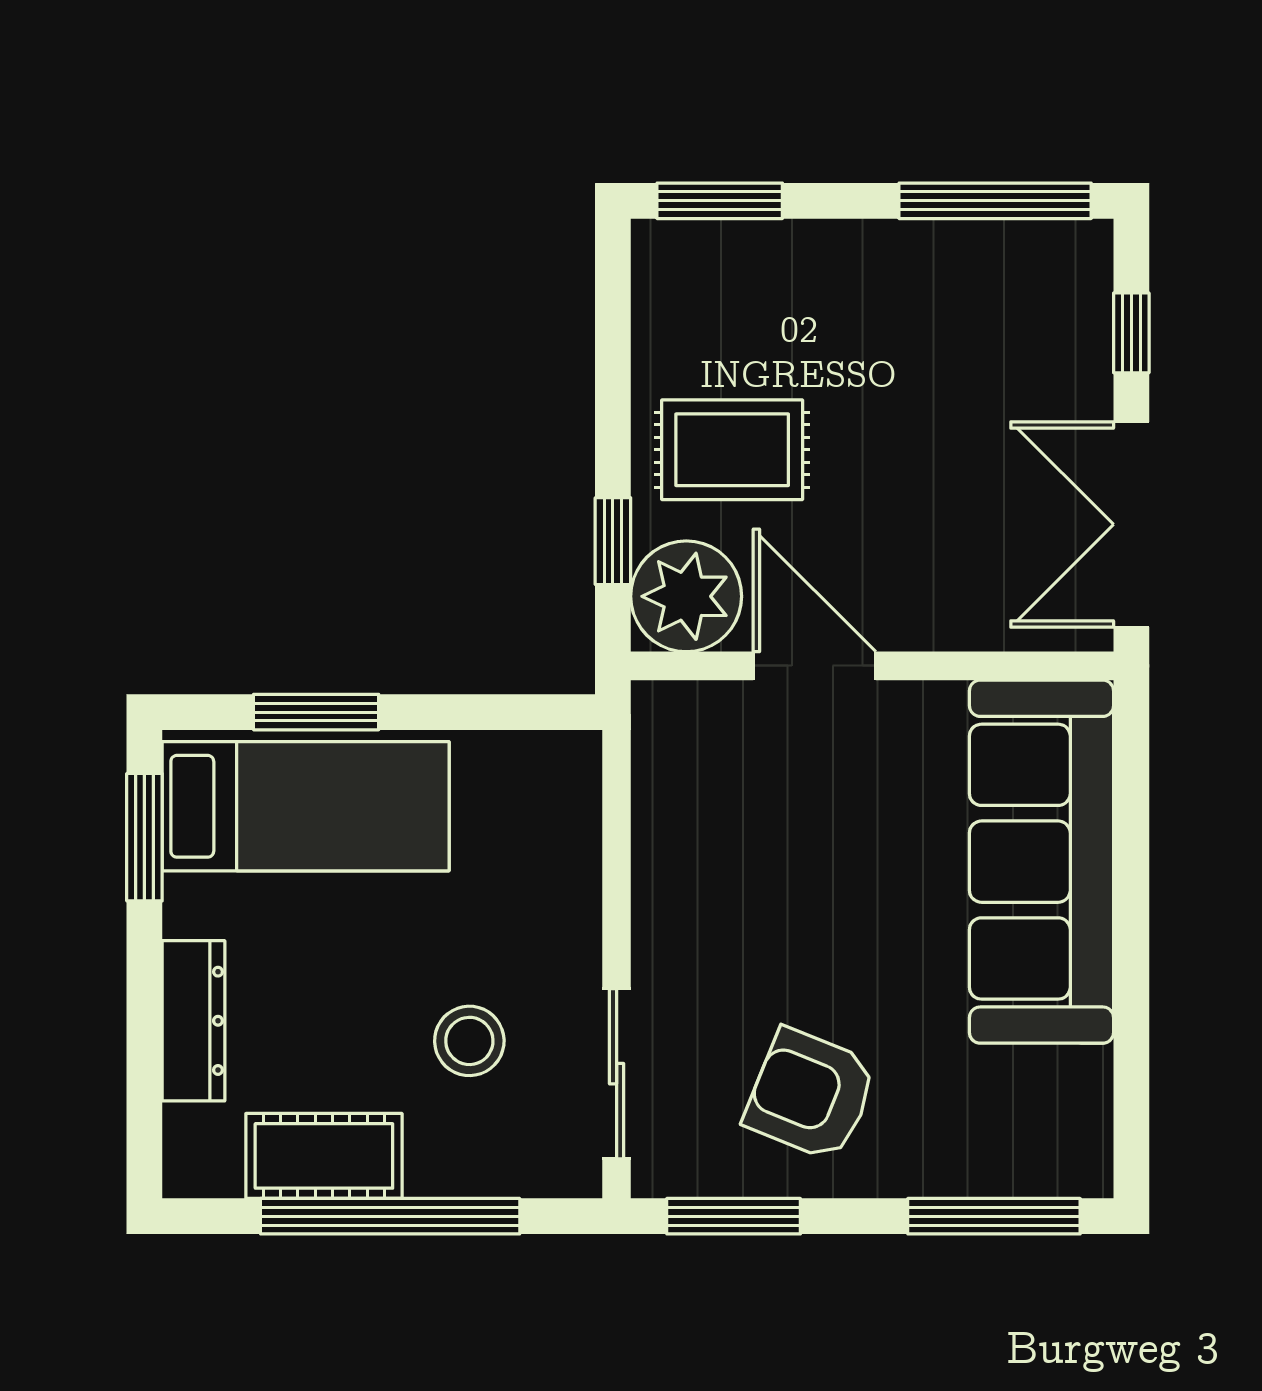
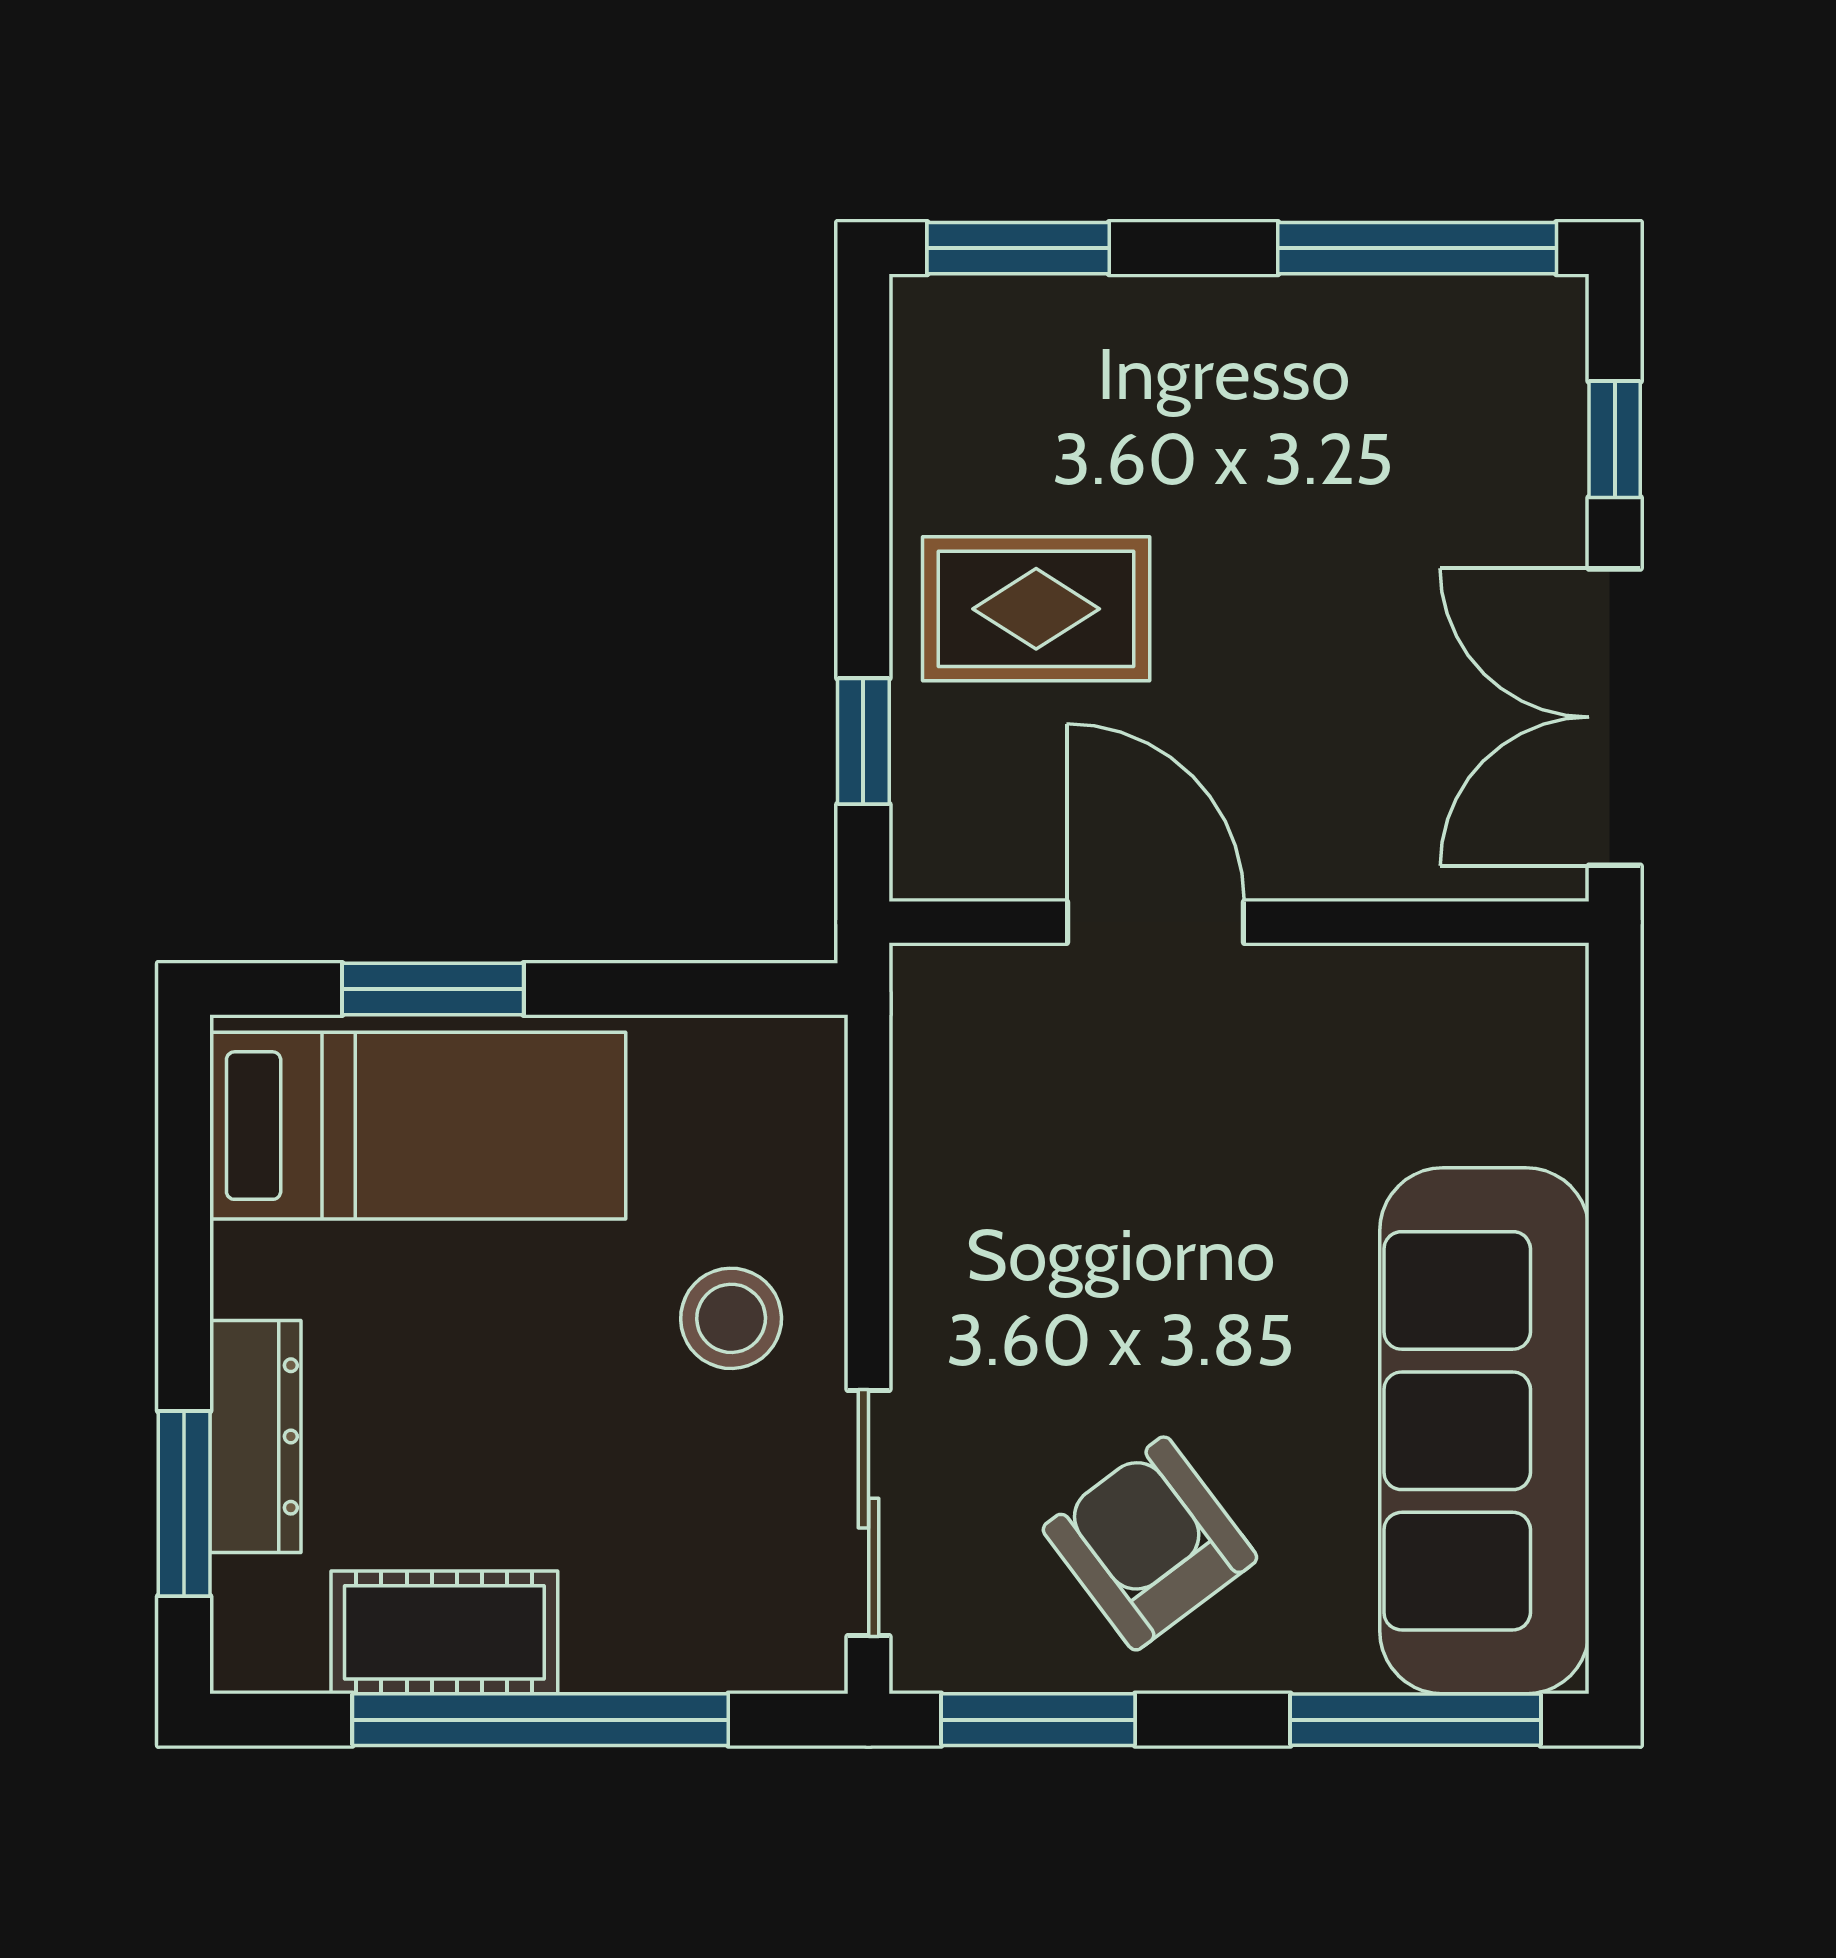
plant: (686, 596) -> (969, 821), removed
window: (144, 837) -> (184, 1504), moved
sofa: (1041, 862) -> (1484, 1431), moved
stool: (469, 1041) -> (731, 1318), moved
armchair: (811, 1095) -> (1150, 1543), turned 31

